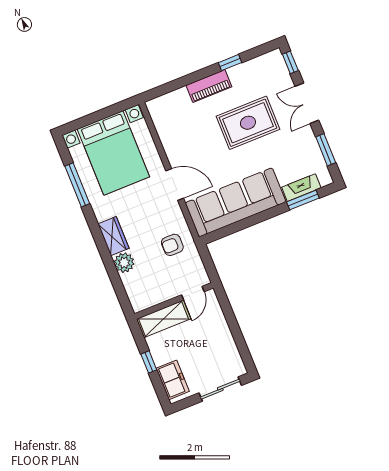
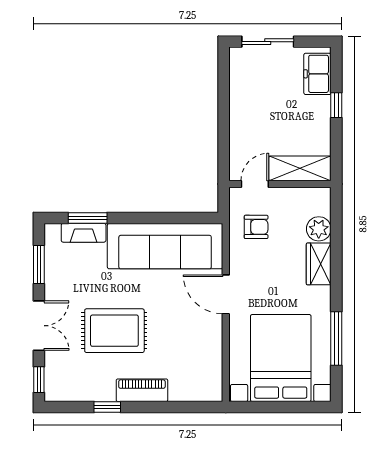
door: (193, 293) -> (255, 184), moved
wall: (174, 301) -> (280, 184), moved
shelving: (164, 319) -> (300, 168), moved

